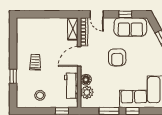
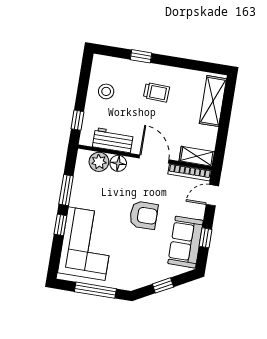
shelving: (35, 24) -> (213, 101), added
armchair: (117, 57) -> (144, 215), turned 180

